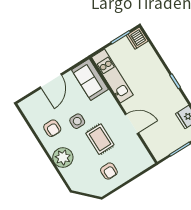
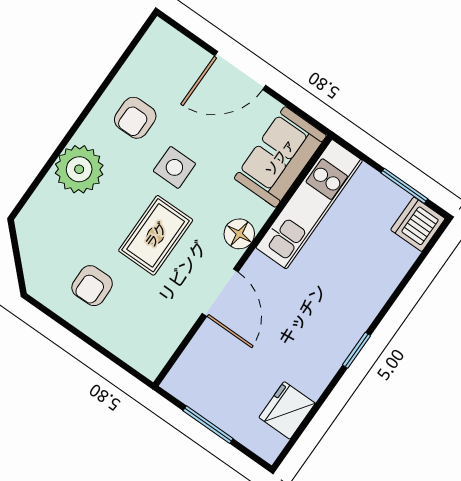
floor lamp: (113, 107) -> (239, 234), added

